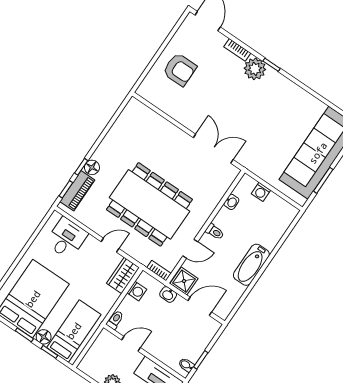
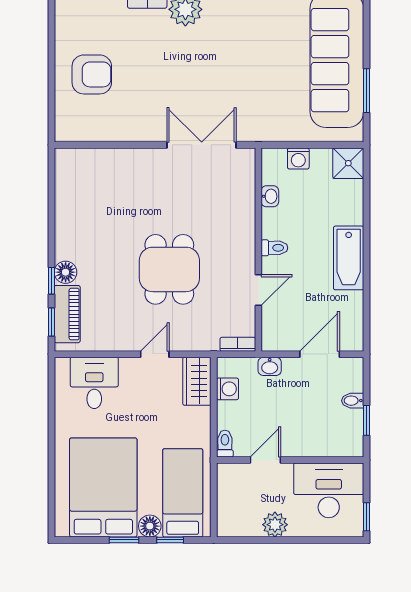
dining table: (149, 204) -> (169, 269), width x0.53, depth x0.80
shower: (184, 281) -> (348, 163), moved
bidet: (186, 365) -> (353, 401), moved

